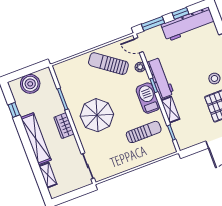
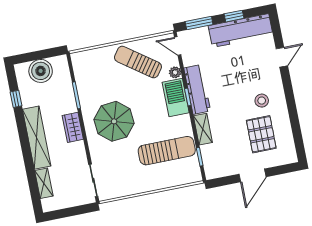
barbecue: (148, 98) -> (176, 98), moved
sun lounger: (144, 132) -> (167, 151), width x1.36, depth x1.34

